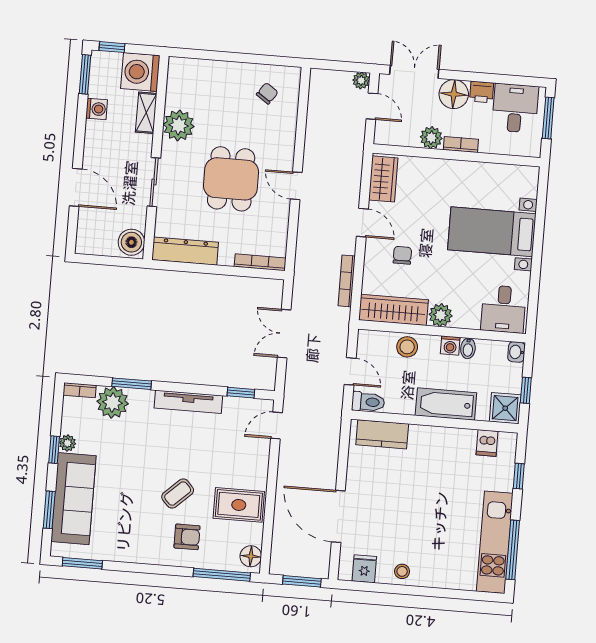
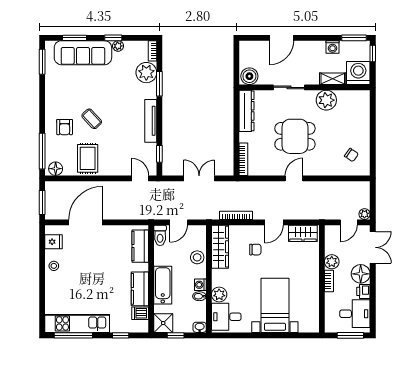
plant: (441, 315) -> (219, 295), moved
kitchen counter: (449, 440) -> (140, 289), added

